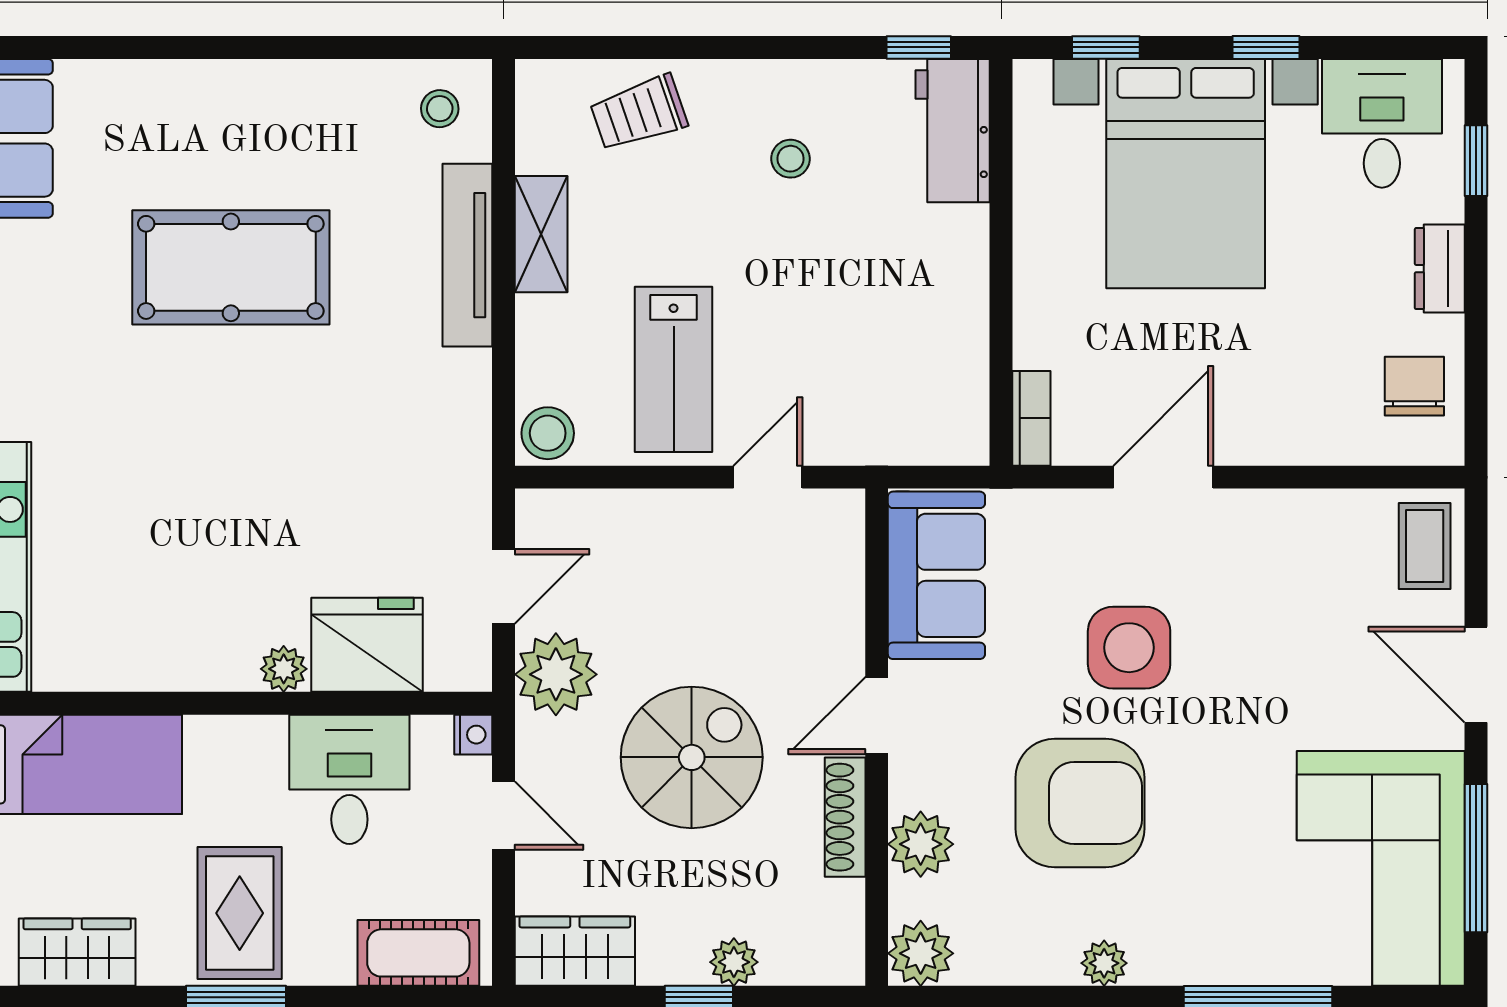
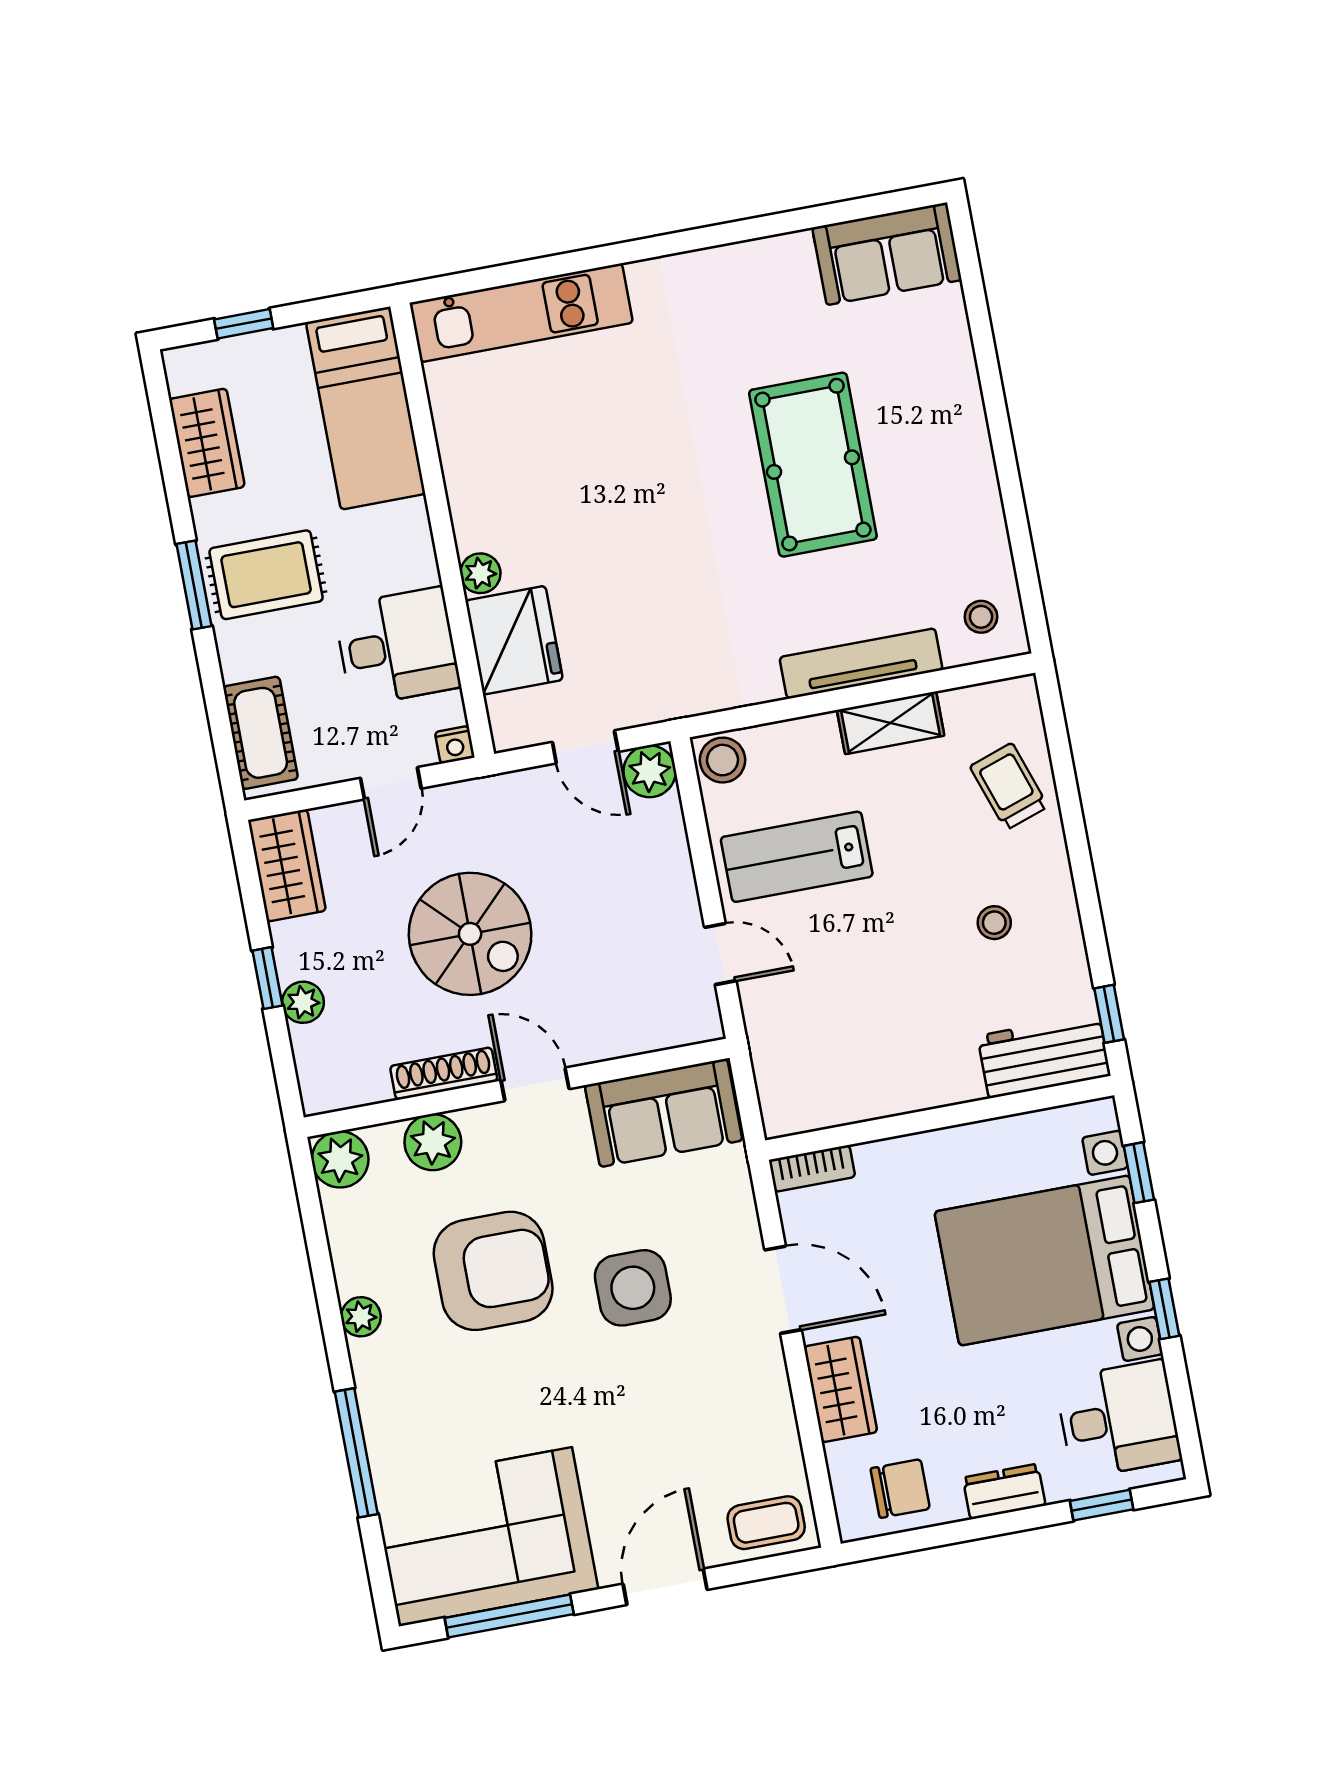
wardrobe: (1289, 433) -> (840, 1389), added
plant: (556, 674) -> (650, 771), moved, width x0.73, depth x0.73
armchair: (1080, 803) -> (493, 1271), turned -90

